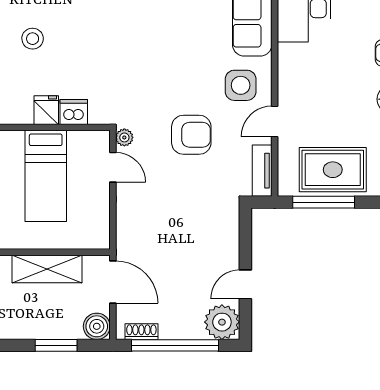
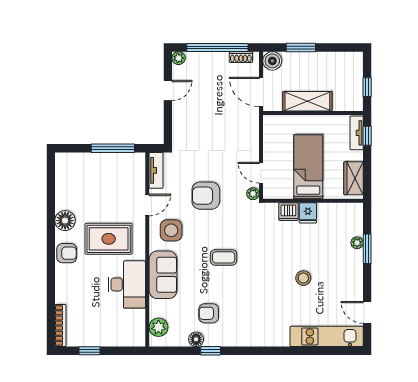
stool: (33, 39) -> (303, 278), moved
coffee table: (166, 47) -> (224, 257), added
rug: (333, 170) -> (109, 239), moved
plant: (222, 322) -> (179, 58), width x0.53, depth x0.53

